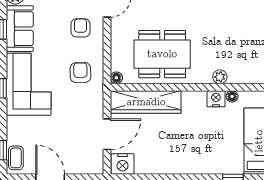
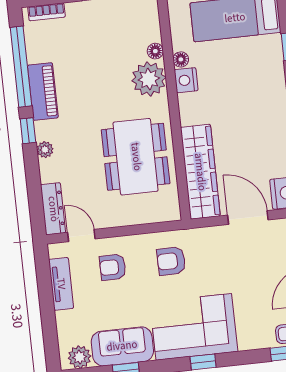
plant: (220, 77) -> (149, 79), width x1.88, depth x1.88
floor lamp: (116, 78) -> (155, 51), moved

